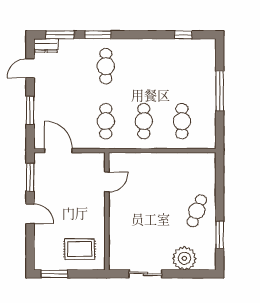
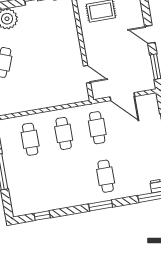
window: (98, 35) -> (101, 205), moved
door: (58, 151) -> (122, 97), moved
door: (107, 182) -> (87, 74), swing flipped

